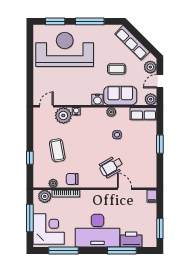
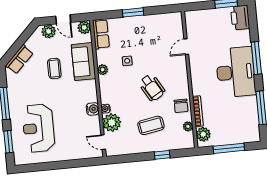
row of seats: (132, 43) -> (19, 59), width x0.68
reception desk: (65, 49) -> (38, 128), width x0.74, depth x0.77
water cooler: (97, 100) -> (93, 109), moved
wheelchair: (111, 167) -> (152, 88), moved
filing cabinet: (152, 196) -> (191, 16), removed
corner desk: (49, 229) -> (239, 126), removed
printer: (131, 239) -> (240, 18), moved
window: (122, 250) -> (256, 58), moved

